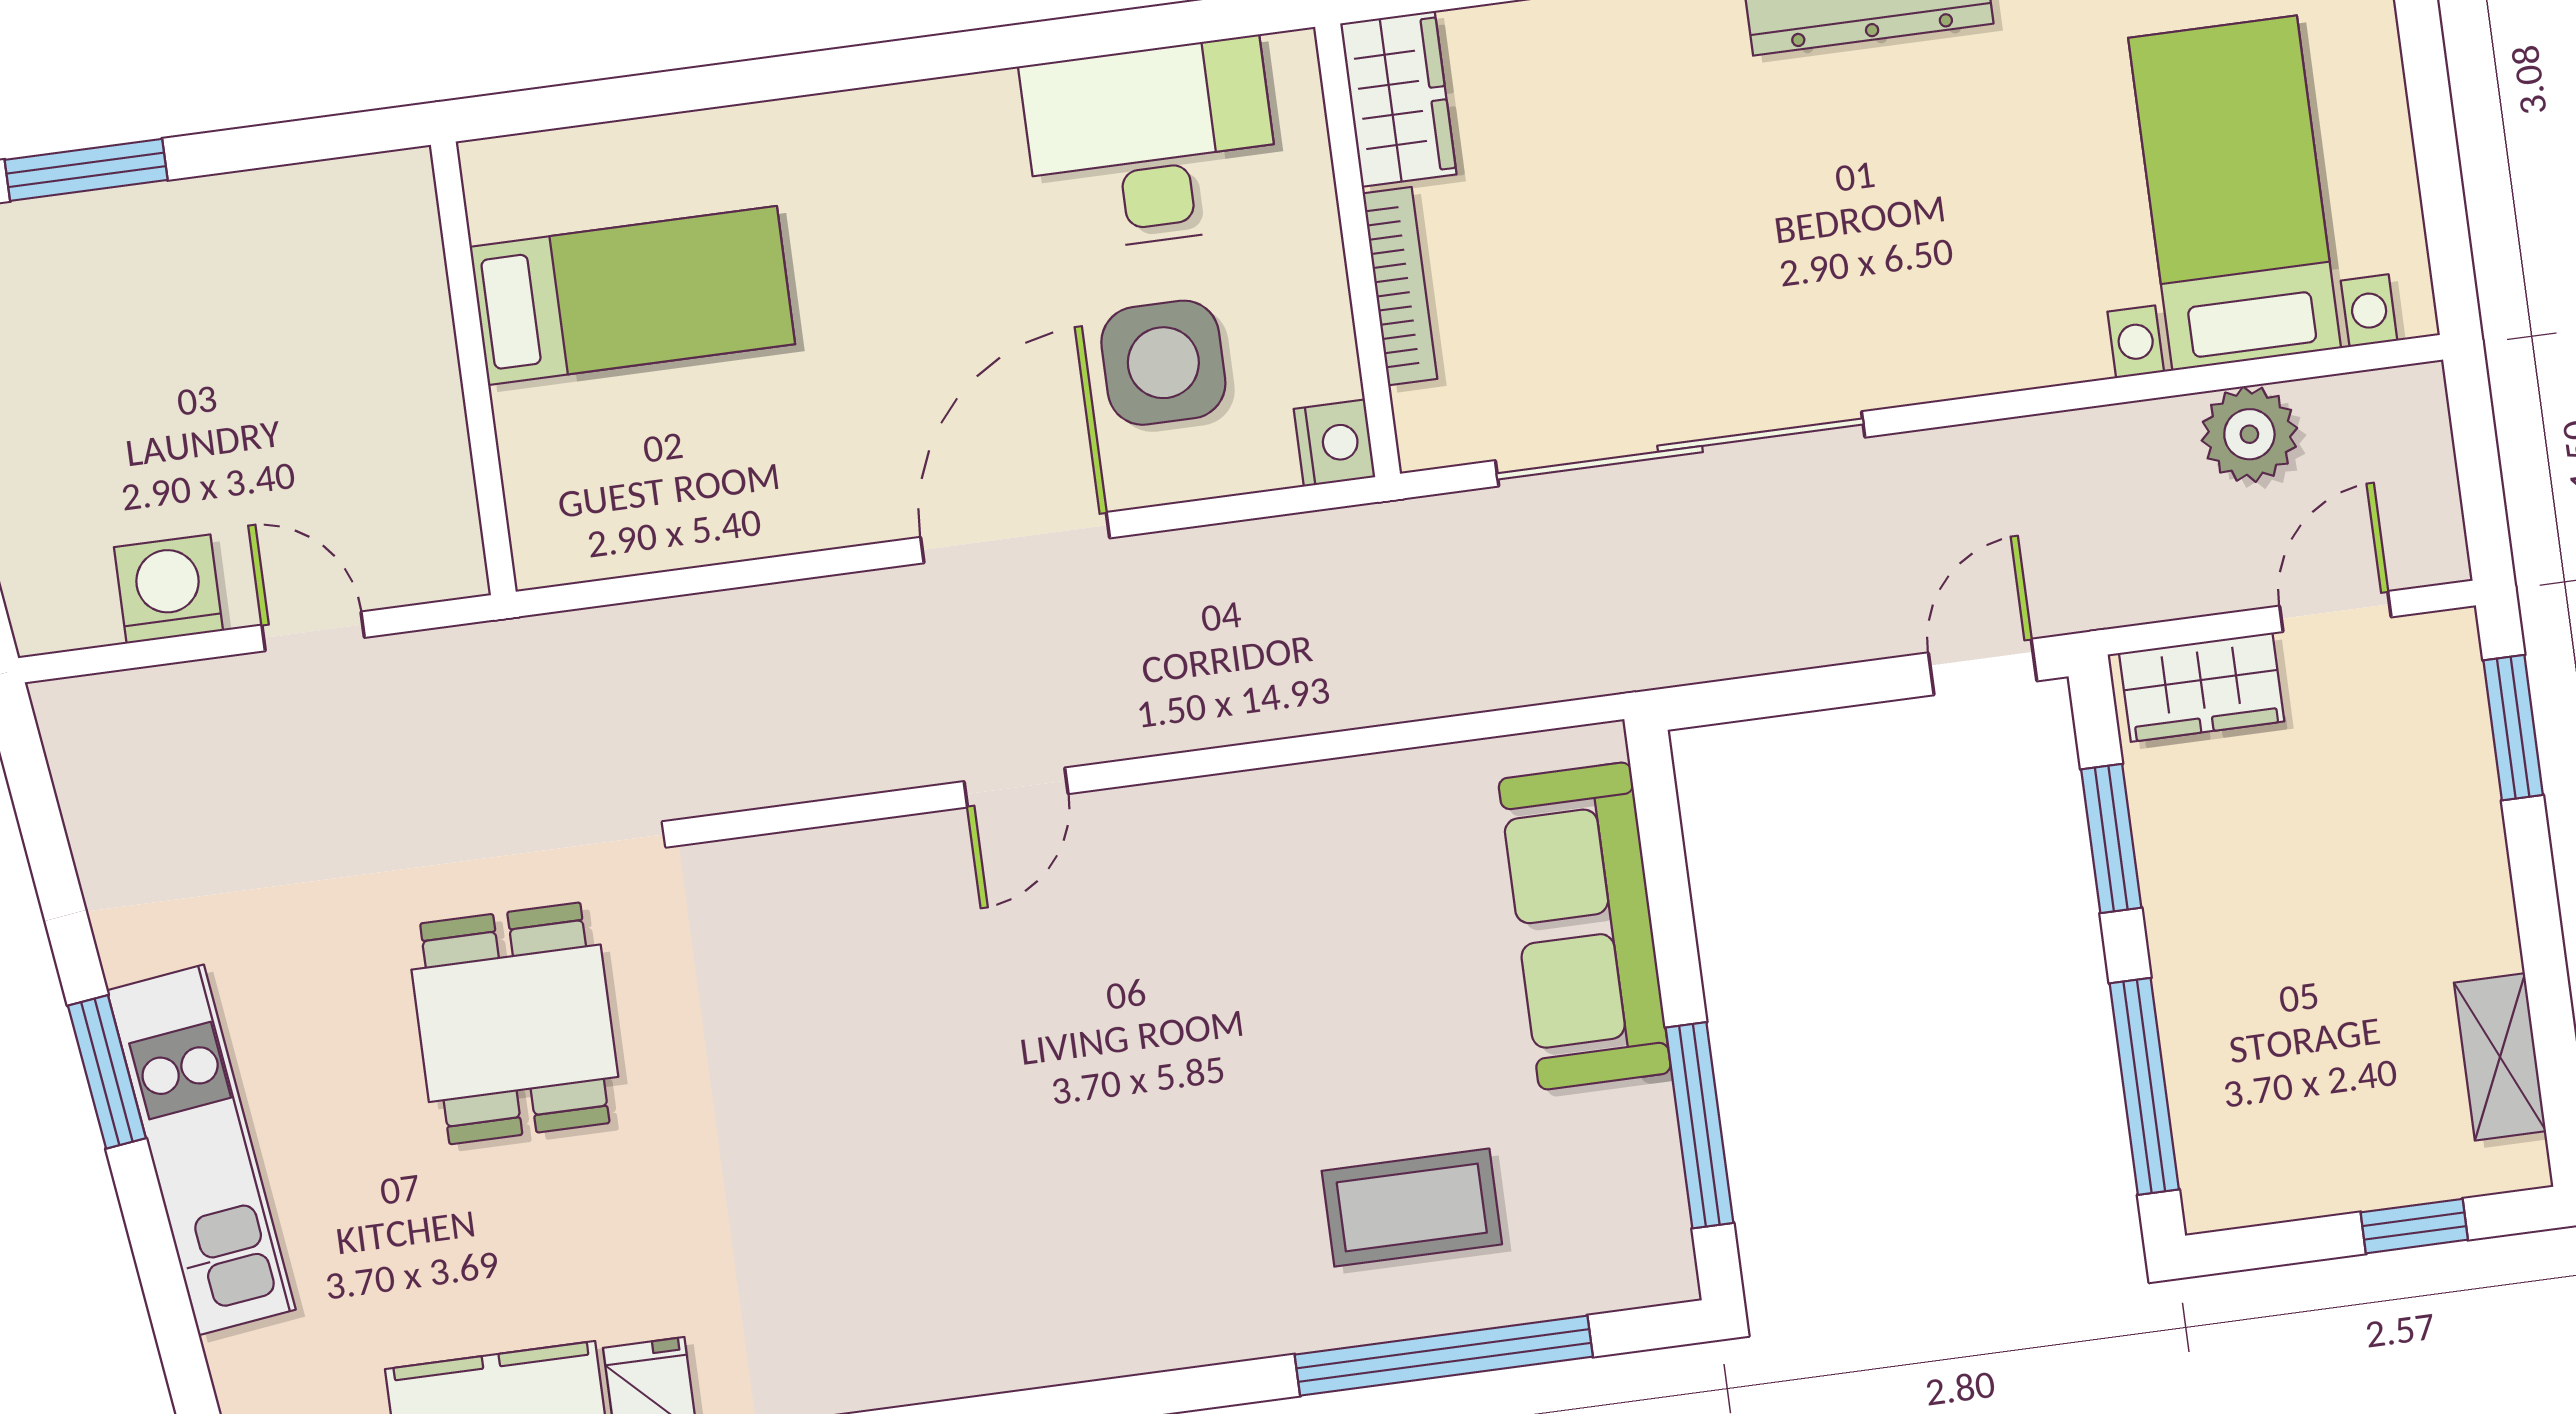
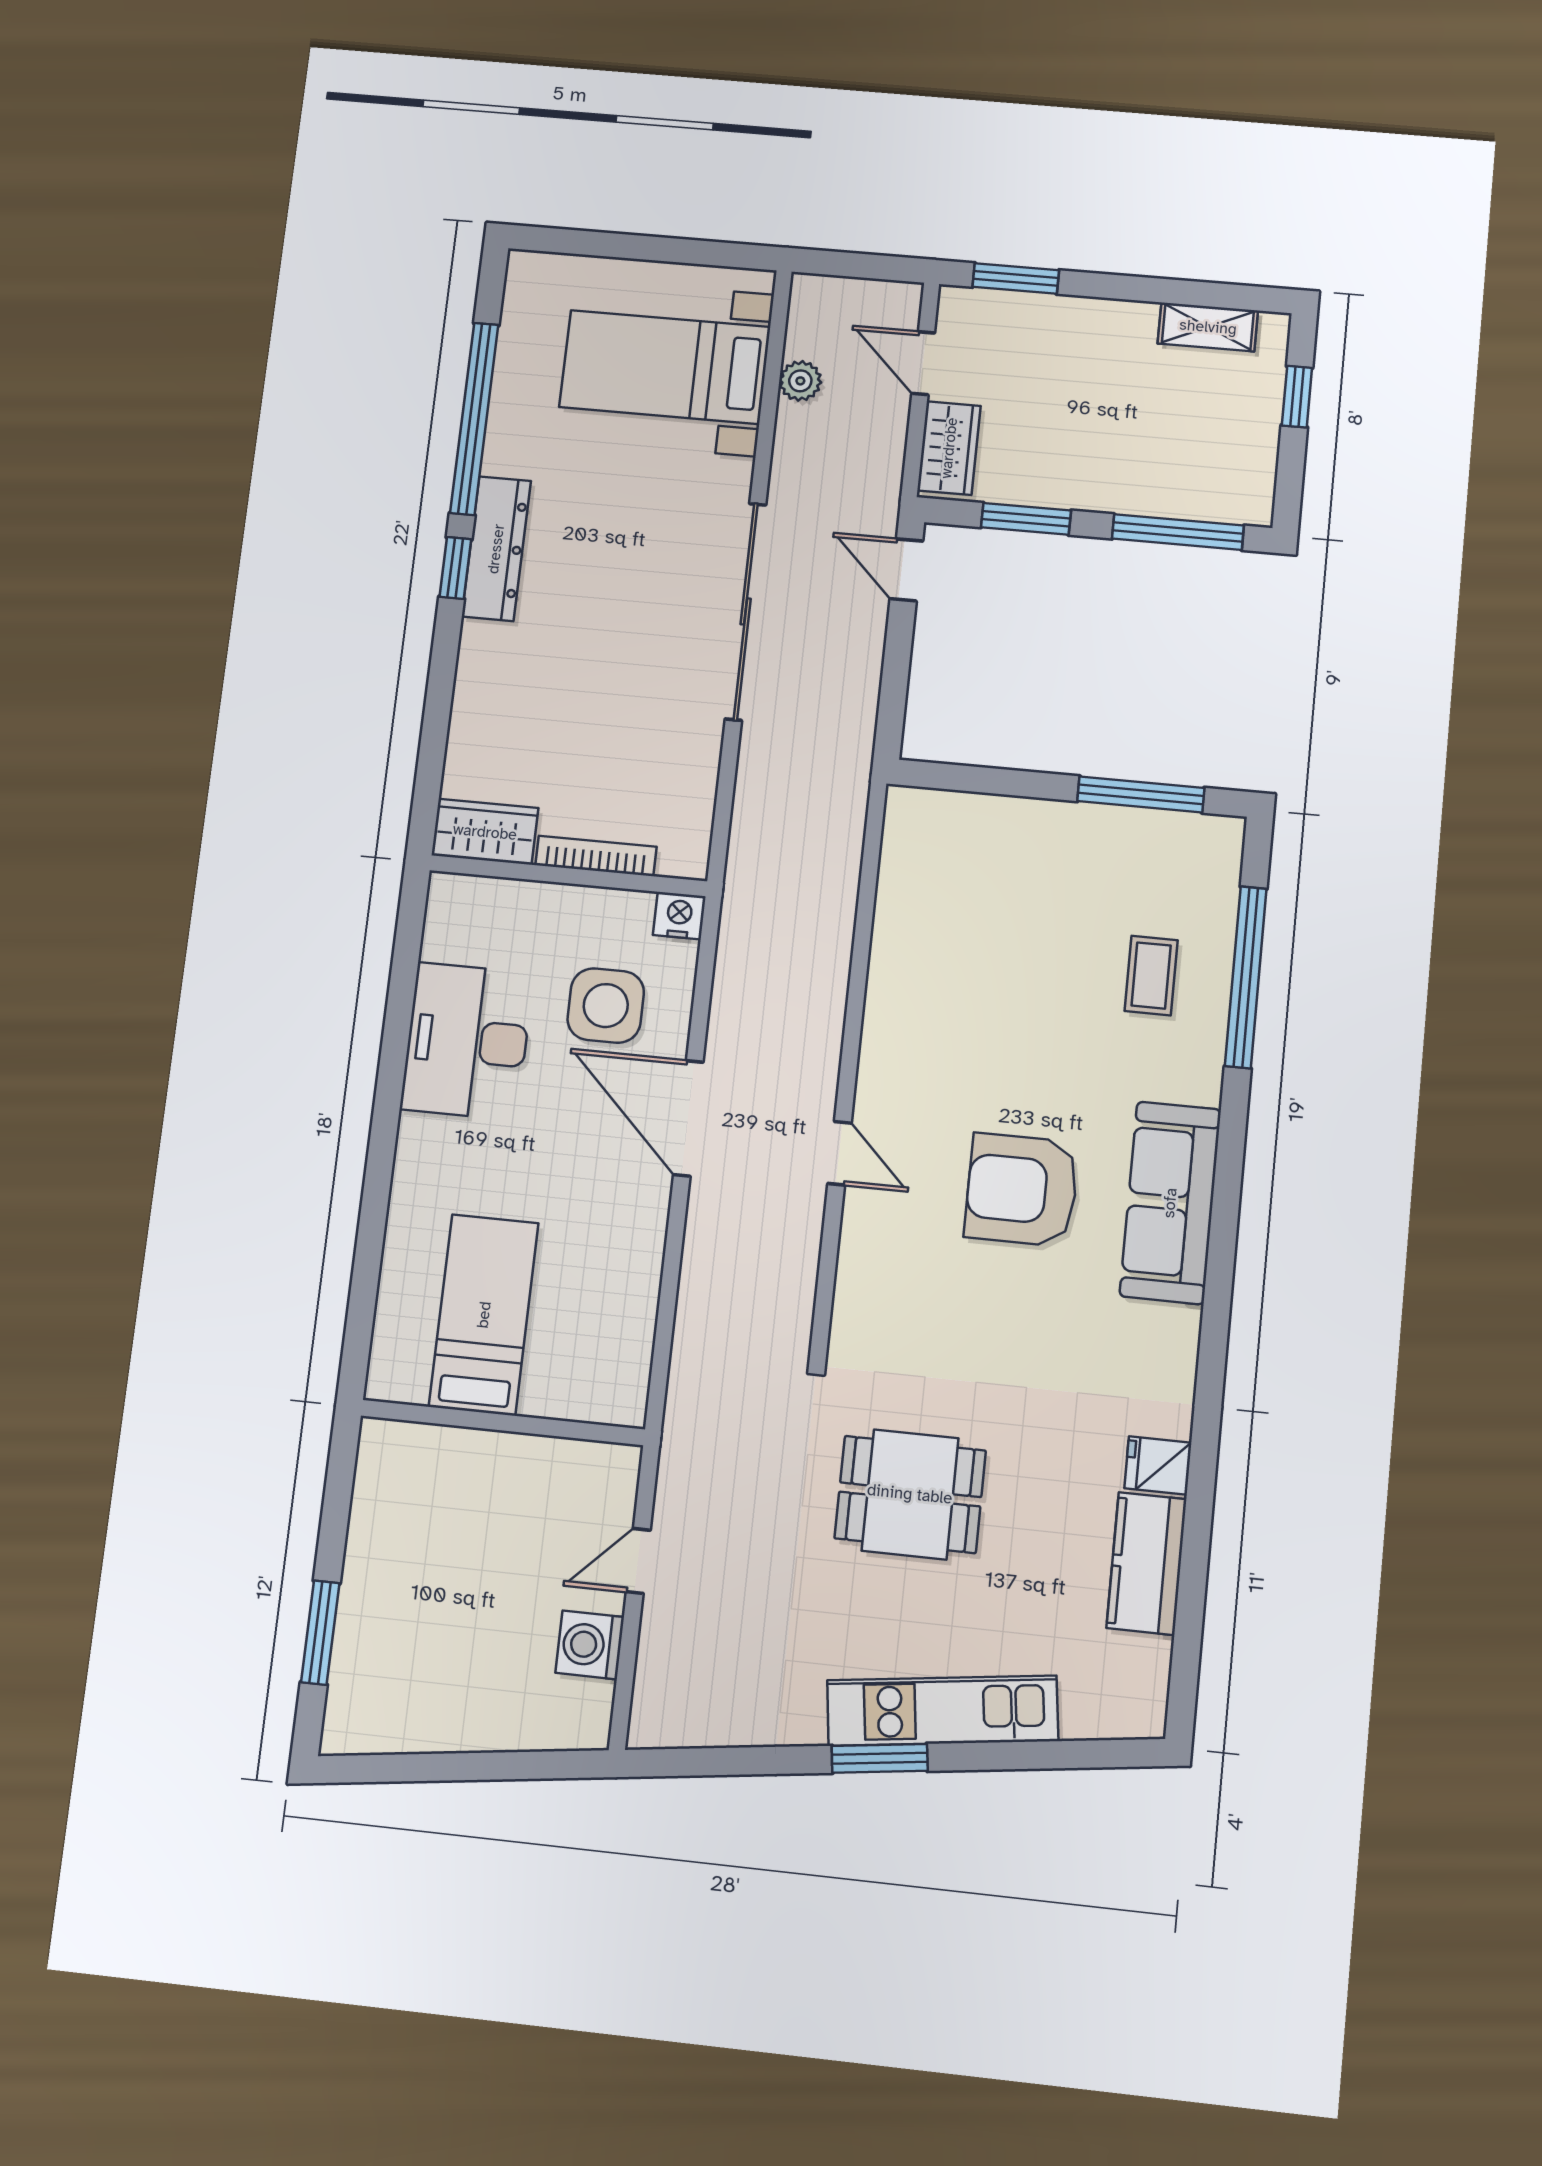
desk: (1151, 145) -> (467, 1041), moved
plant: (2249, 434) -> (800, 381), width x0.73, depth x0.73
sliding door: (1680, 449) -> (746, 611), moved
sofa: (1585, 926) -> (1170, 1203), moved, turned 90
armchair: (1026, 1084) -> (1022, 1190), added
coffee table: (1412, 1208) -> (1151, 976), width x0.73, depth x0.77

